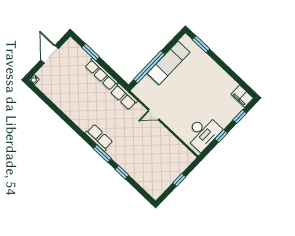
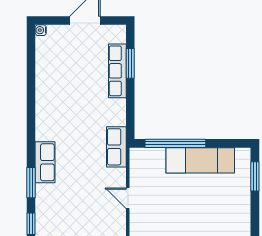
row of seats: (101, 74) -> (117, 71), moved

